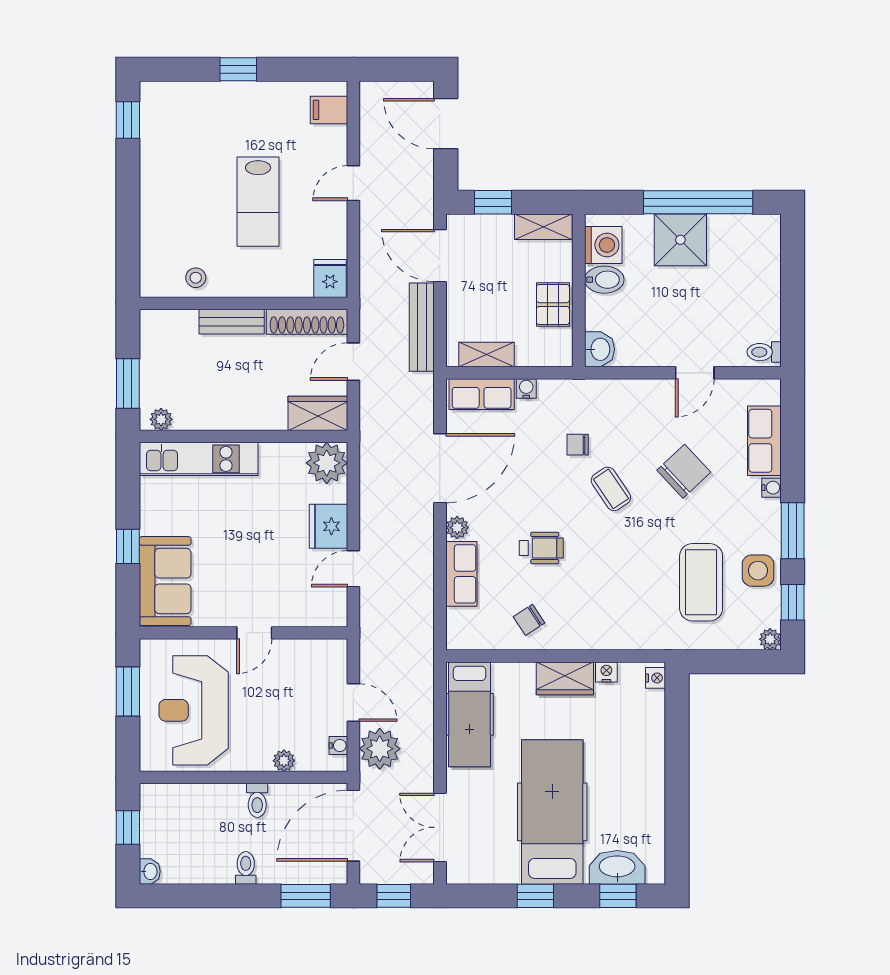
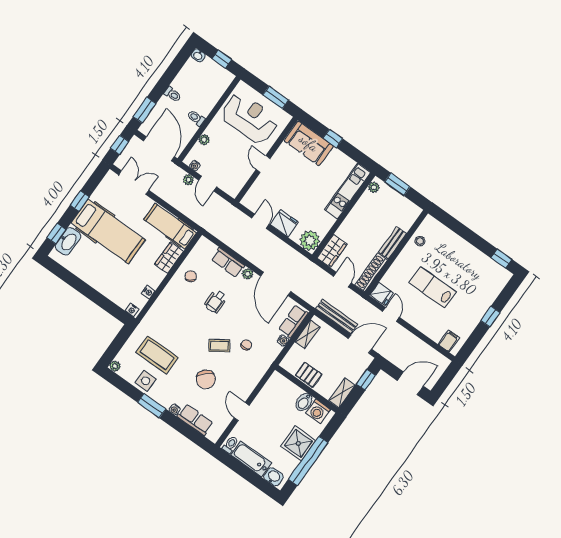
door: (353, 183) -> (391, 314), moved
bathtub: (763, 300) -> (251, 459), added
washbasin: (599, 349) -> (274, 477), moved, turned 180
window: (793, 602) -> (123, 386), removed
wardrobe: (565, 678) -> (169, 258), moved
door: (353, 702) -> (208, 184), hinge flipped
plant: (380, 749) -> (188, 180), width x0.53, depth x0.53

